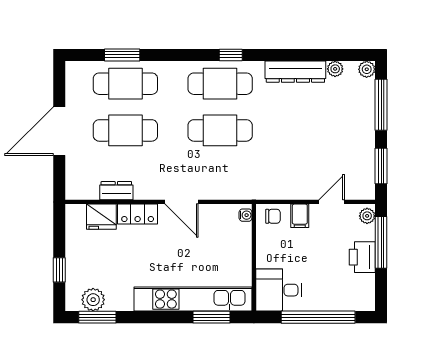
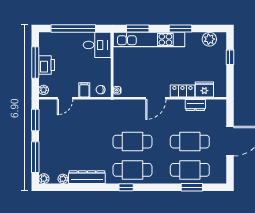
door: (182, 202) -> (156, 98), swing flipped
window: (381, 242) -> (35, 63), moved
window: (97, 317) -> (181, 29), moved

